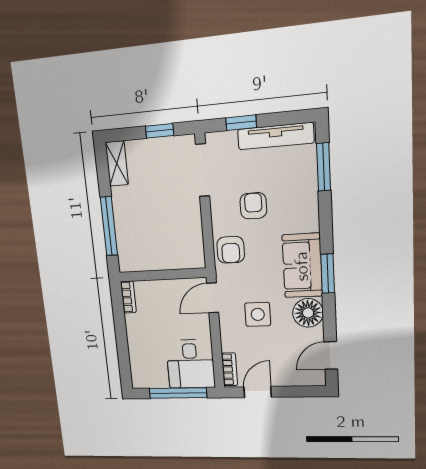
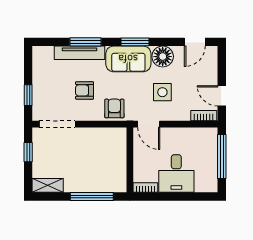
tv unit: (276, 136) -> (79, 53), moved, turned 90
window: (324, 167) -> (85, 42), moved
armchair: (231, 250) -> (114, 108), turned -90
door: (331, 356) -> (195, 42), hinge flipped
desk: (190, 364) -> (176, 173), moved, turned 90

